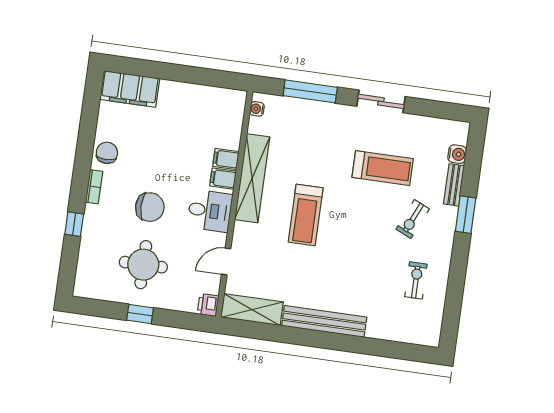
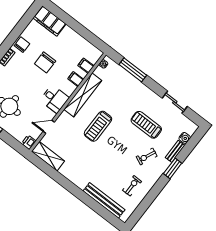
sliding door: (381, 101) -> (175, 102), moved
treadmill: (383, 168) -> (146, 125), turned 180
filing cabinet: (223, 179) -> (86, 66), moved
chair: (150, 207) -> (45, 62), moved, turned 90
bench: (324, 321) -> (104, 200), moved

